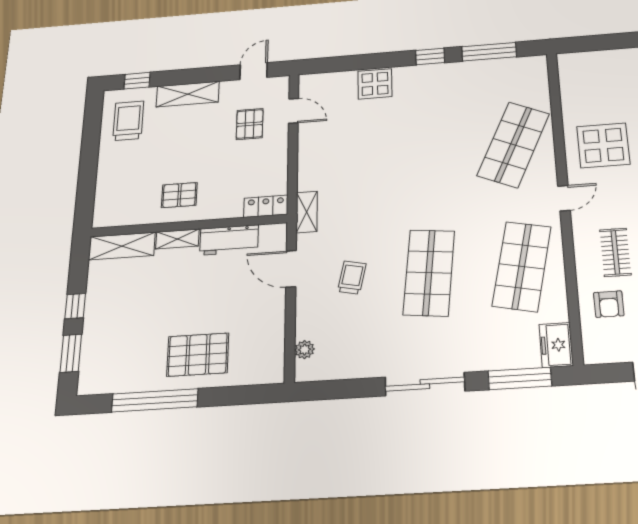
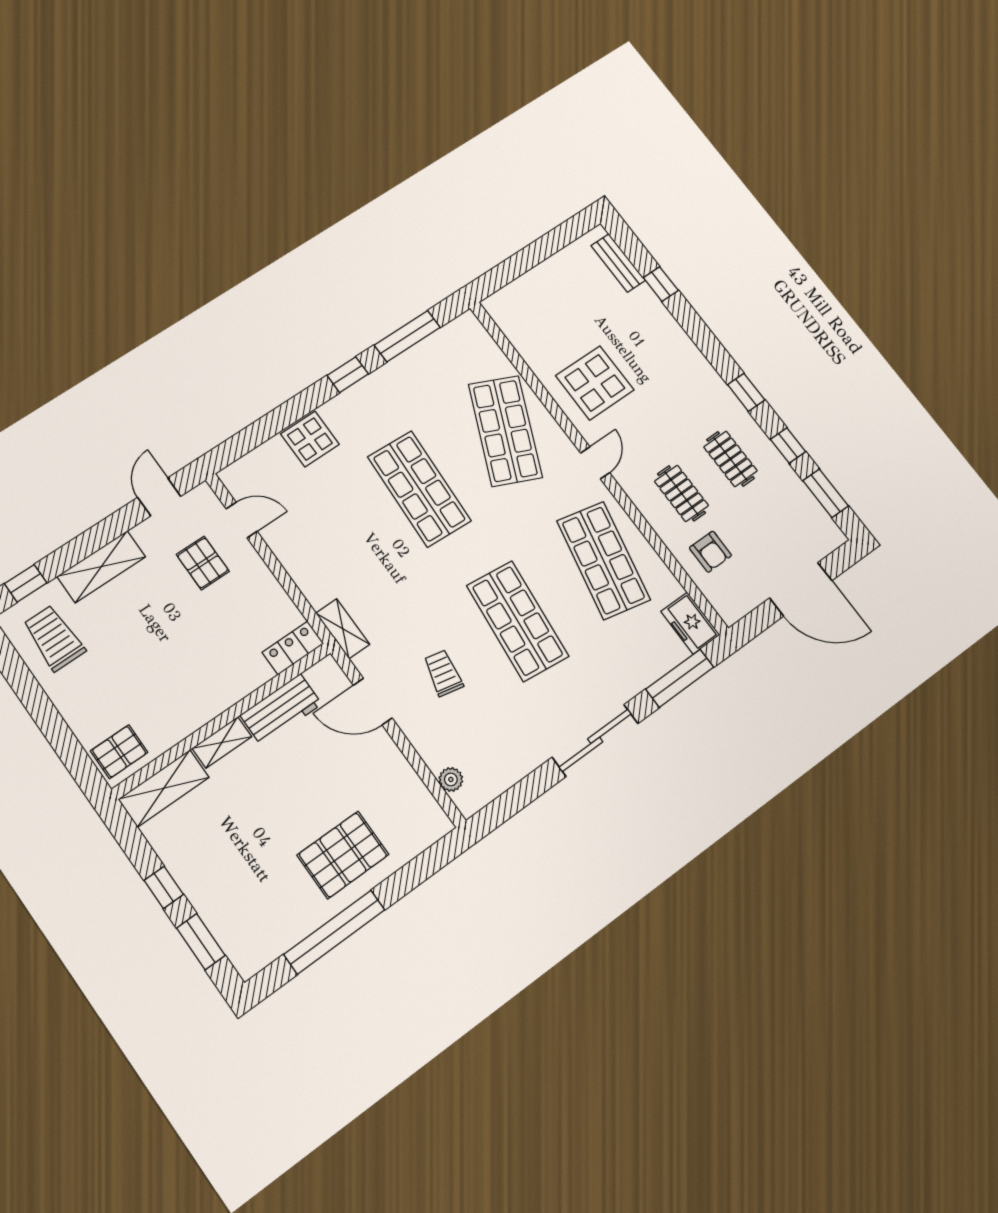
shop shelf: (425, 151) -> (419, 489), added
pallet: (179, 195) -> (119, 752), moved

